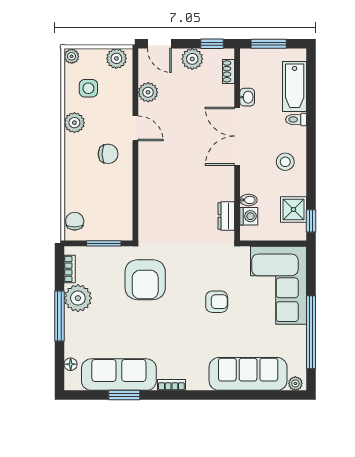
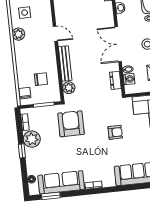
plant: (148, 92) -> (69, 88), moved
double door: (237, 136) -> (118, 44), moved
chair: (108, 154) -> (41, 79), moved
bench: (146, 179) -> (65, 64), added
armchair: (145, 280) -> (71, 124), turned 180
window: (59, 316) -> (22, 151), width x0.46
window: (124, 395) -> (51, 196), moved

